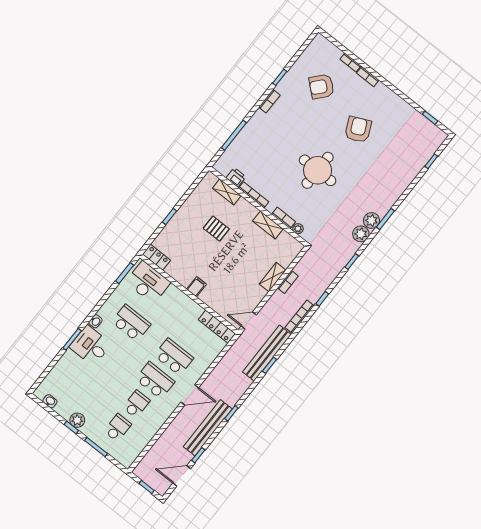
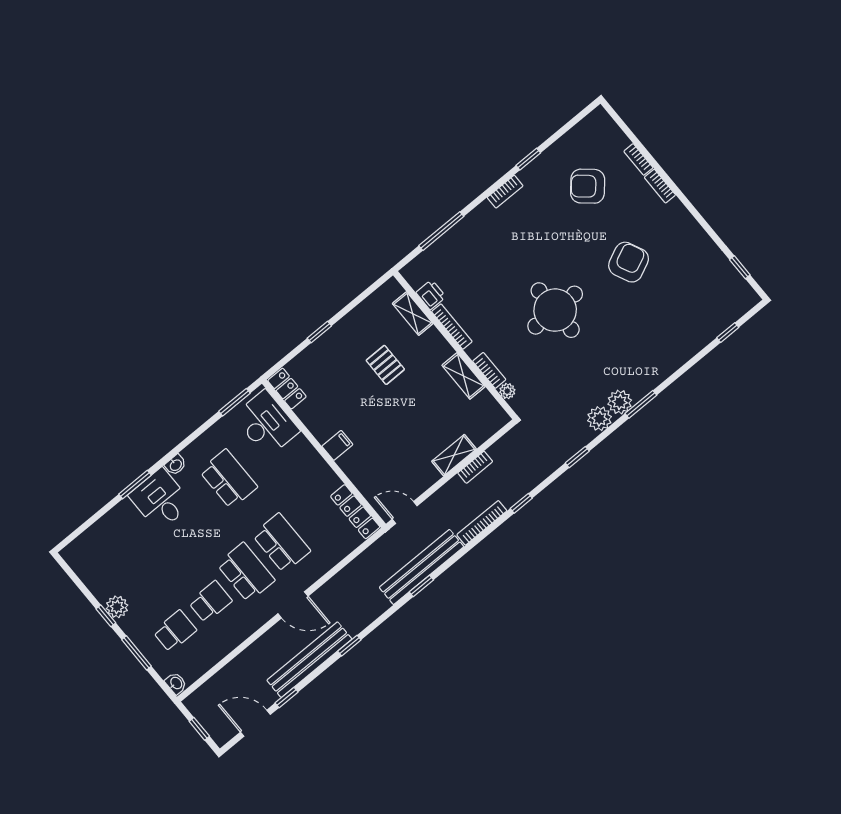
washbasin: (50, 401) -> (176, 683), moved

